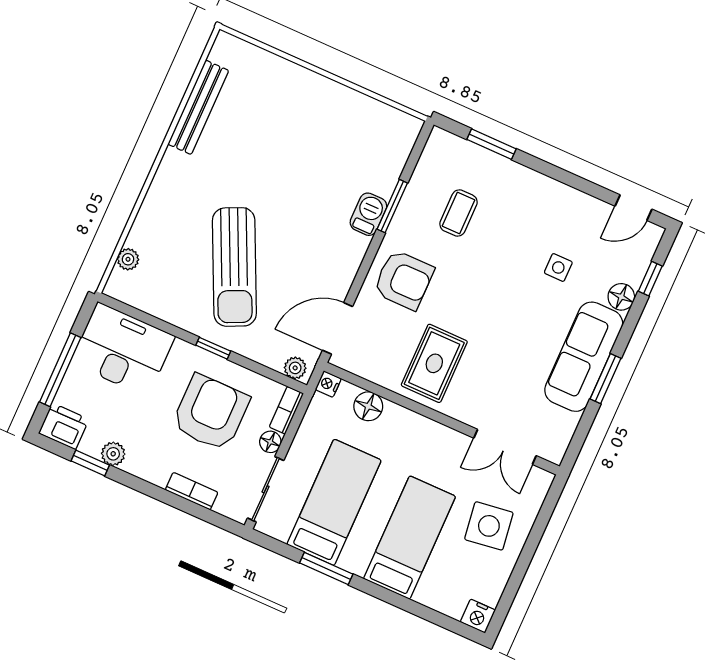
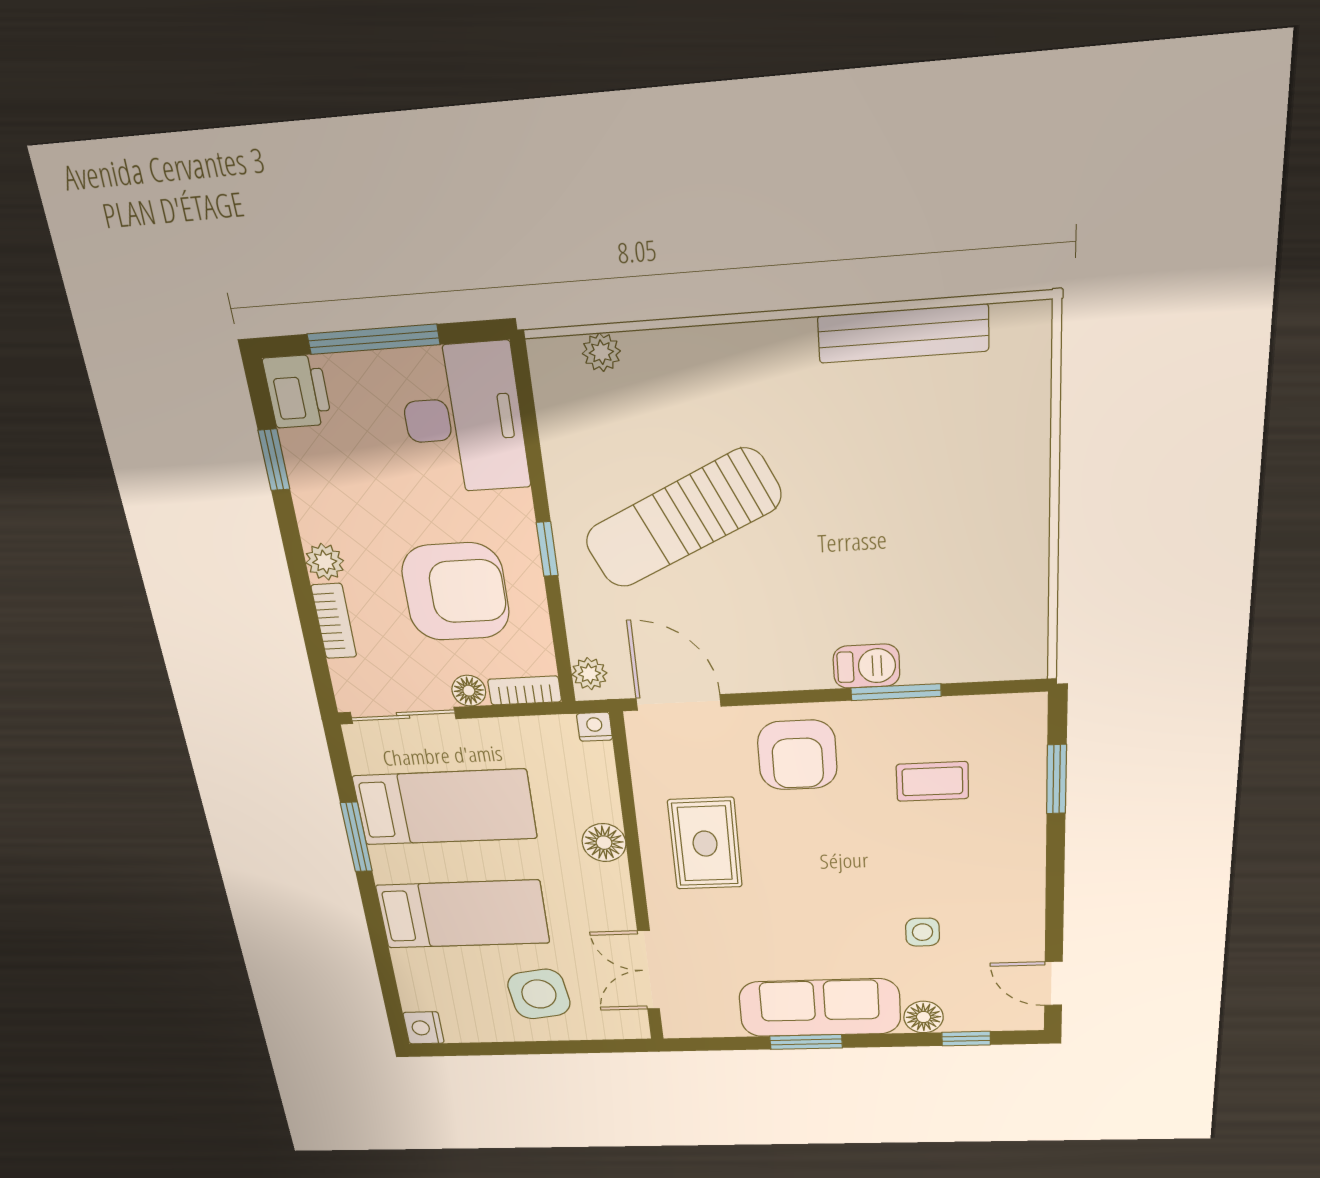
rug: (434, 363) -> (705, 844), turned 90
floor lamp: (368, 406) -> (604, 843), moved
plant: (113, 454) -> (325, 562), moved

